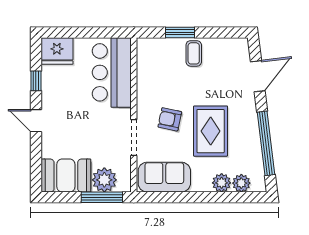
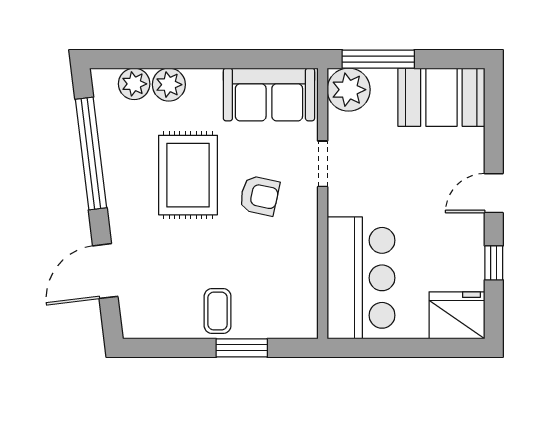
door: (36, 121) -> (494, 193), swing flipped
doorway: (134, 137) -> (323, 164), width x0.73
plant: (104, 180) -> (349, 90), moved

